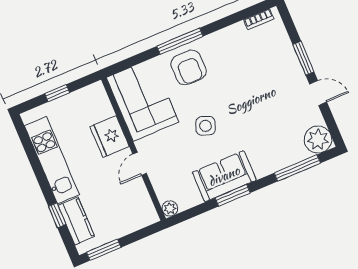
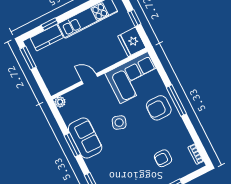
armchair: (261, 66) -> (163, 158), added
fridge: (110, 136) -> (132, 42), moved, turned -90

